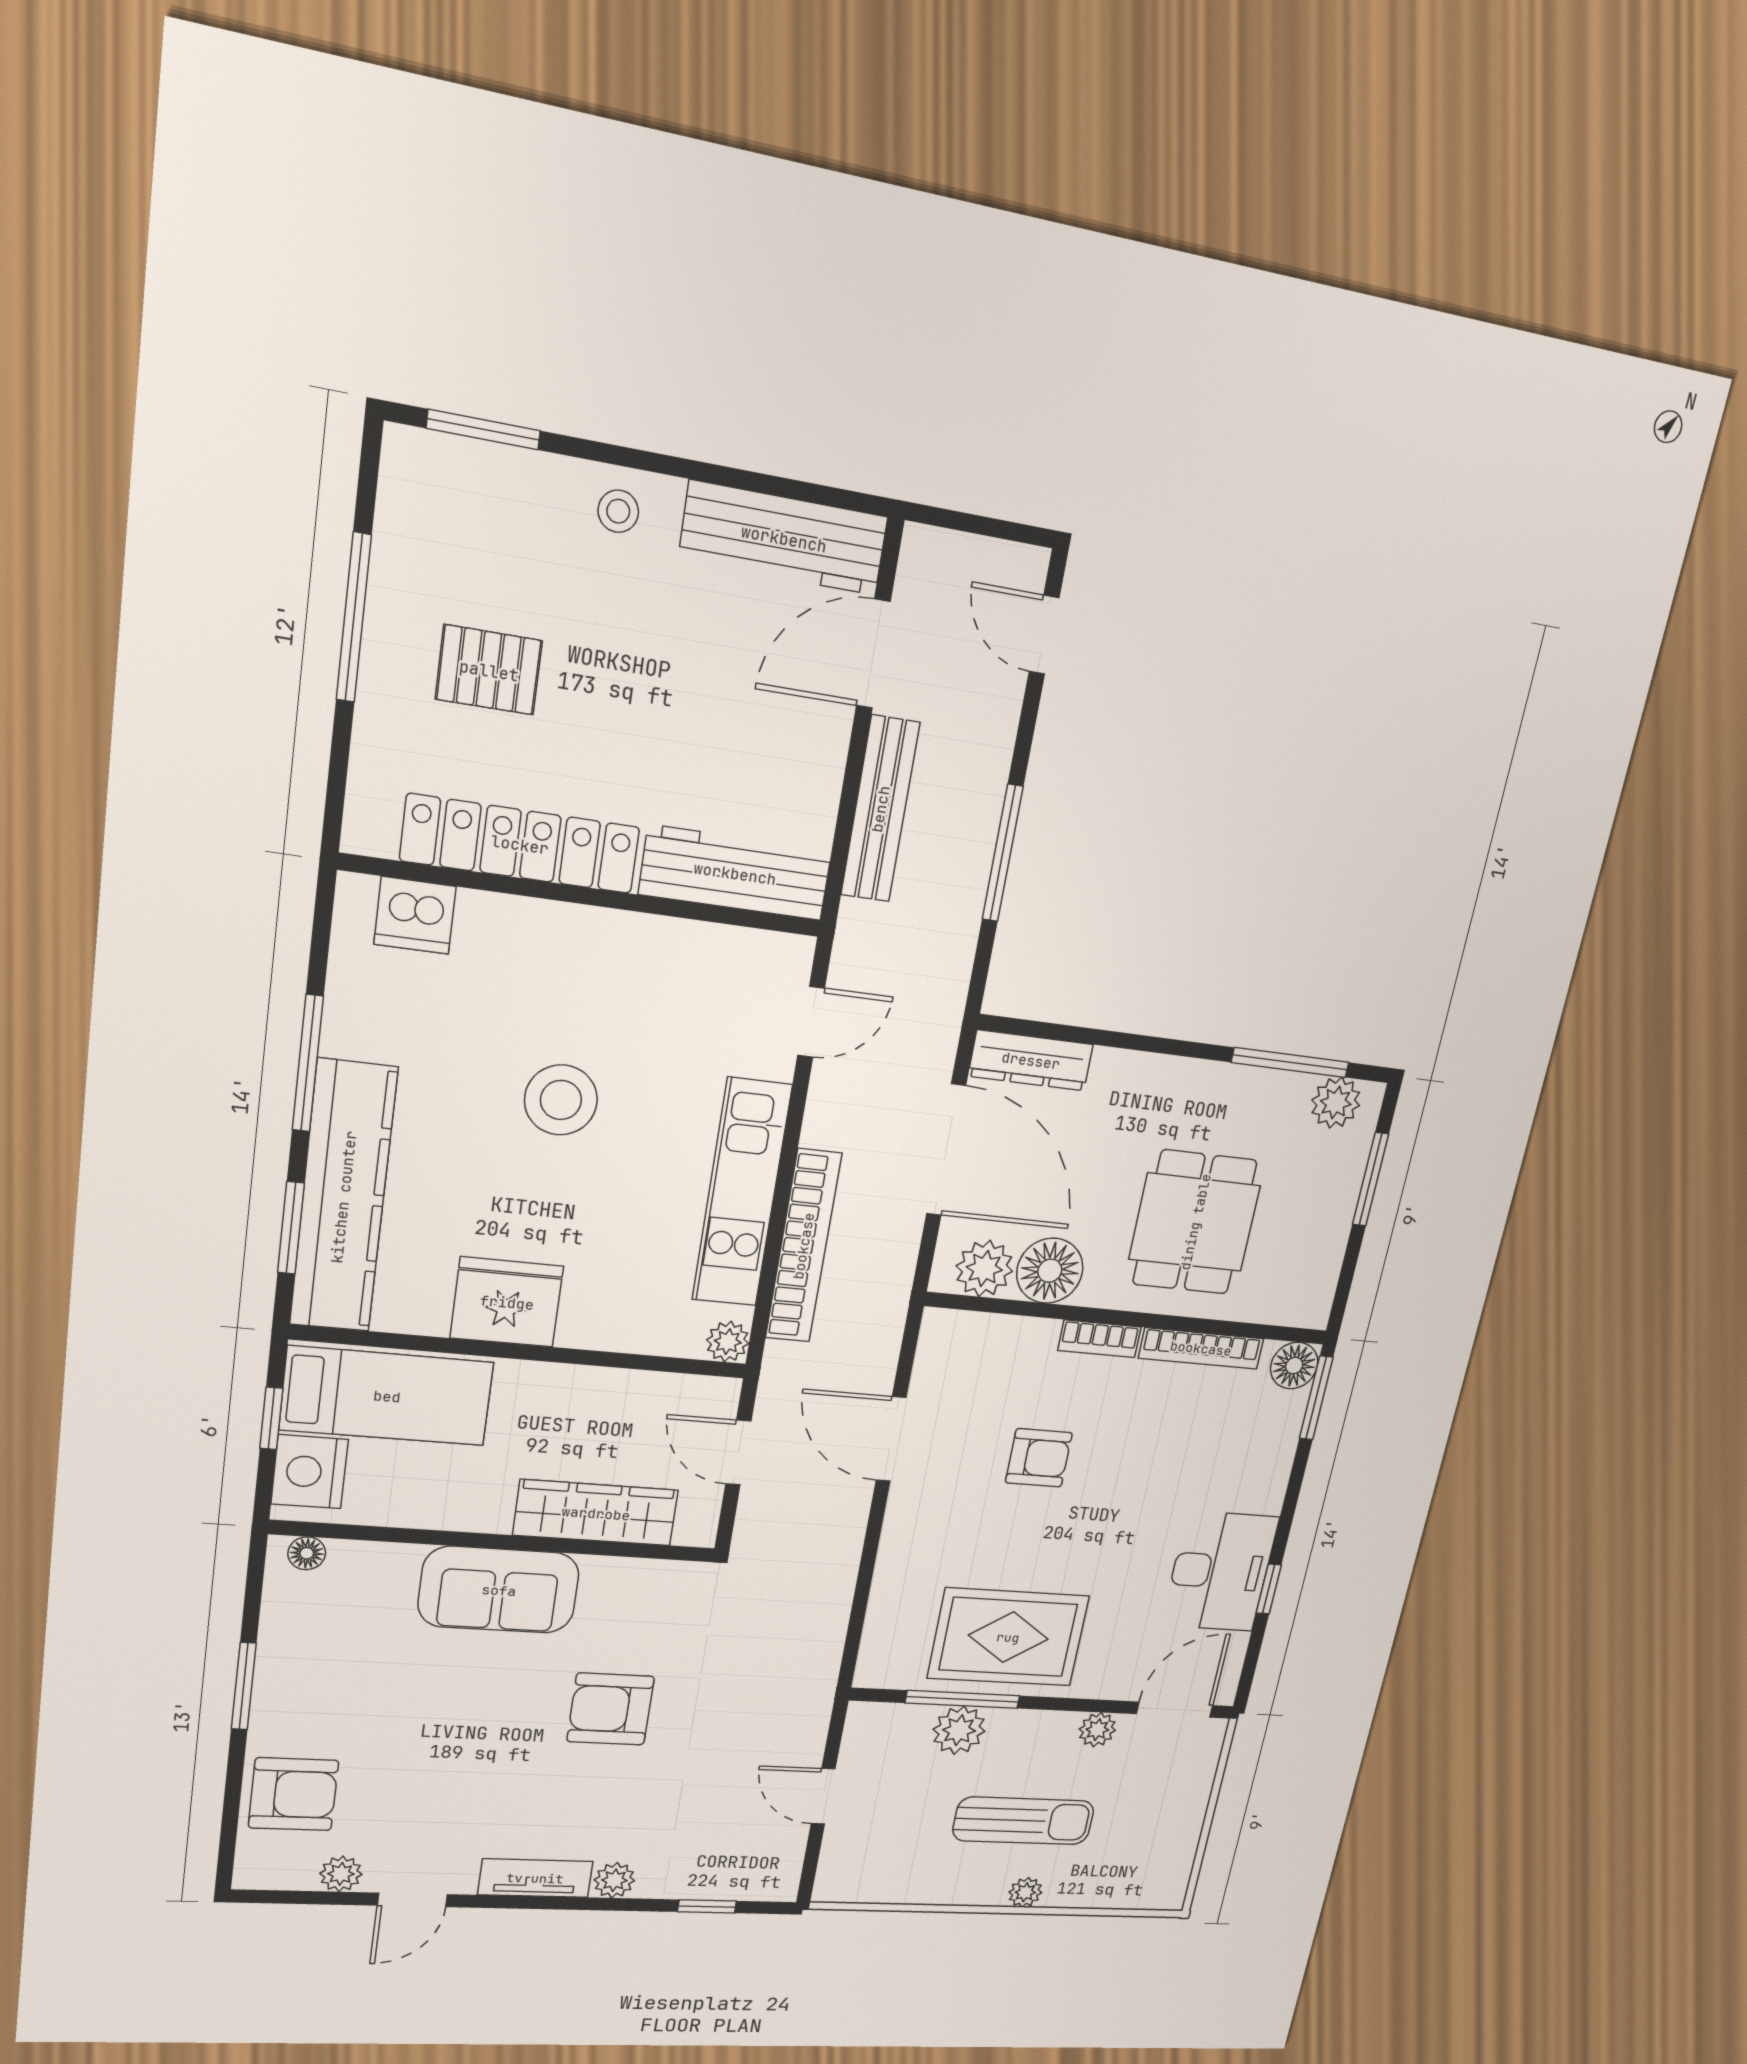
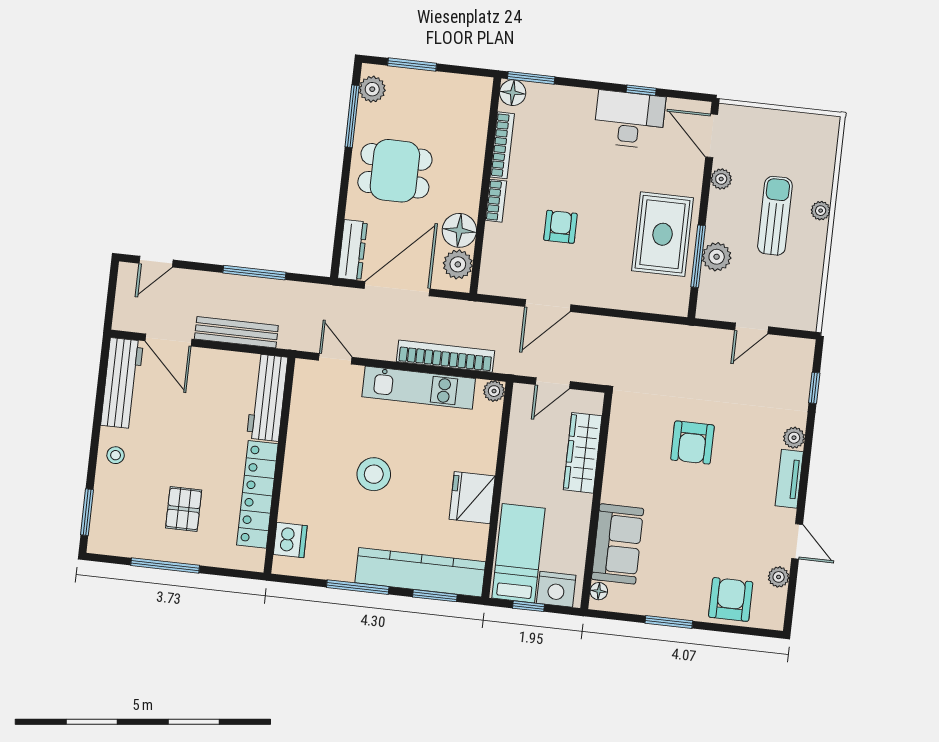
dining table: (1195, 1222) -> (395, 171), moved
sofa: (499, 1590) -> (618, 544), moved

